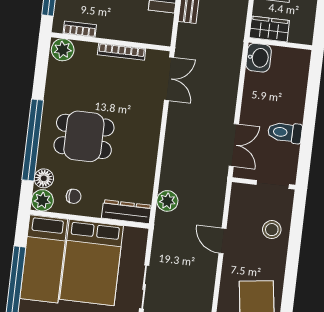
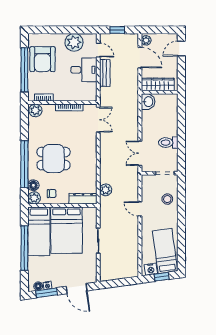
wardrobe: (269, 29) -> (158, 84), width x1.50
double door: (234, 145) -> (140, 153), swing flipped

